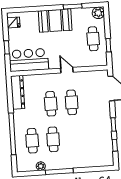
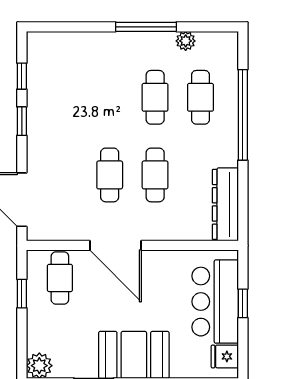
cafe table: (93, 39) -> (60, 278), moved
bar counter: (29, 60) -> (215, 302), moved, turned 90
door: (67, 70) -> (115, 245), width x1.87

